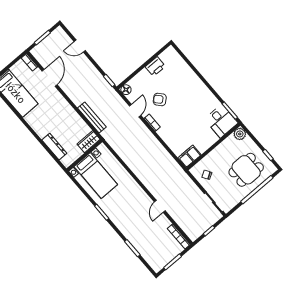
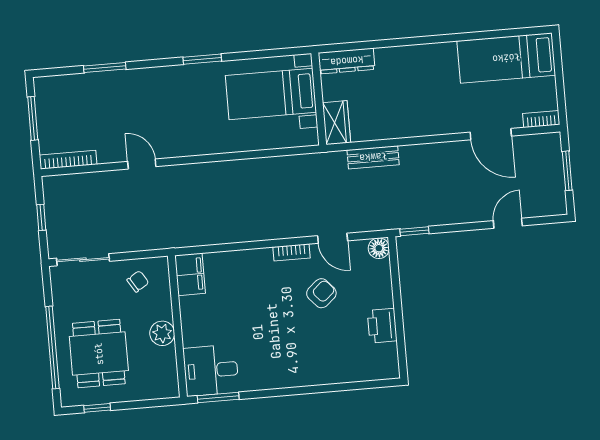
bench: (92, 118) -> (373, 157), width x0.73
plant: (240, 134) -> (162, 333), moved
dresser: (54, 147) -> (347, 61), moved

